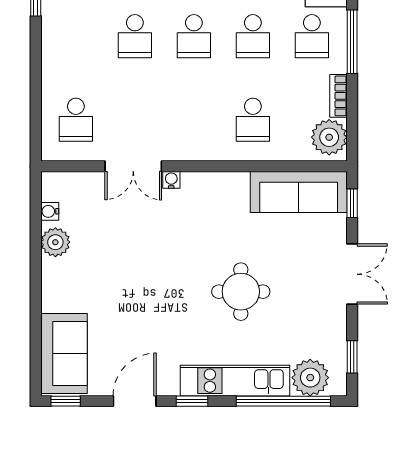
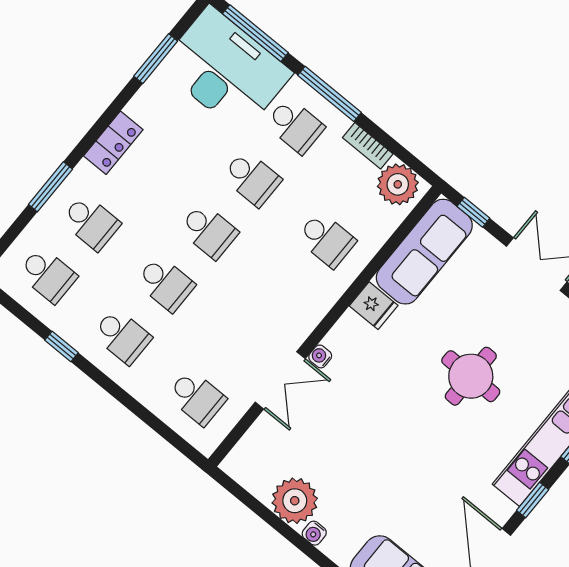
school desk: (76, 36) -> (122, 336), added
fridge: (235, 188) -> (374, 306), added
water cooler: (50, 211) -> (314, 533), moved
plant: (55, 242) -> (295, 501), width x1.36, depth x1.36

